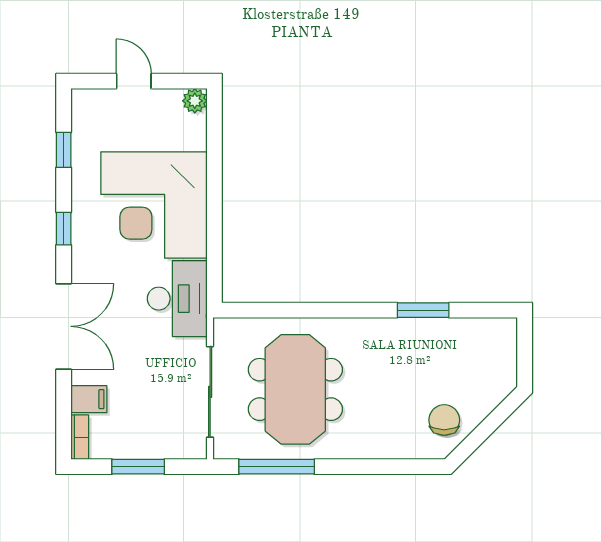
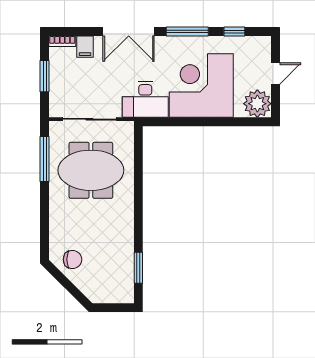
plant: (195, 101) -> (257, 104), width x1.88, depth x1.88
window: (64, 229) -> (187, 31), width x2.17
window: (423, 310) -> (138, 268), moved

